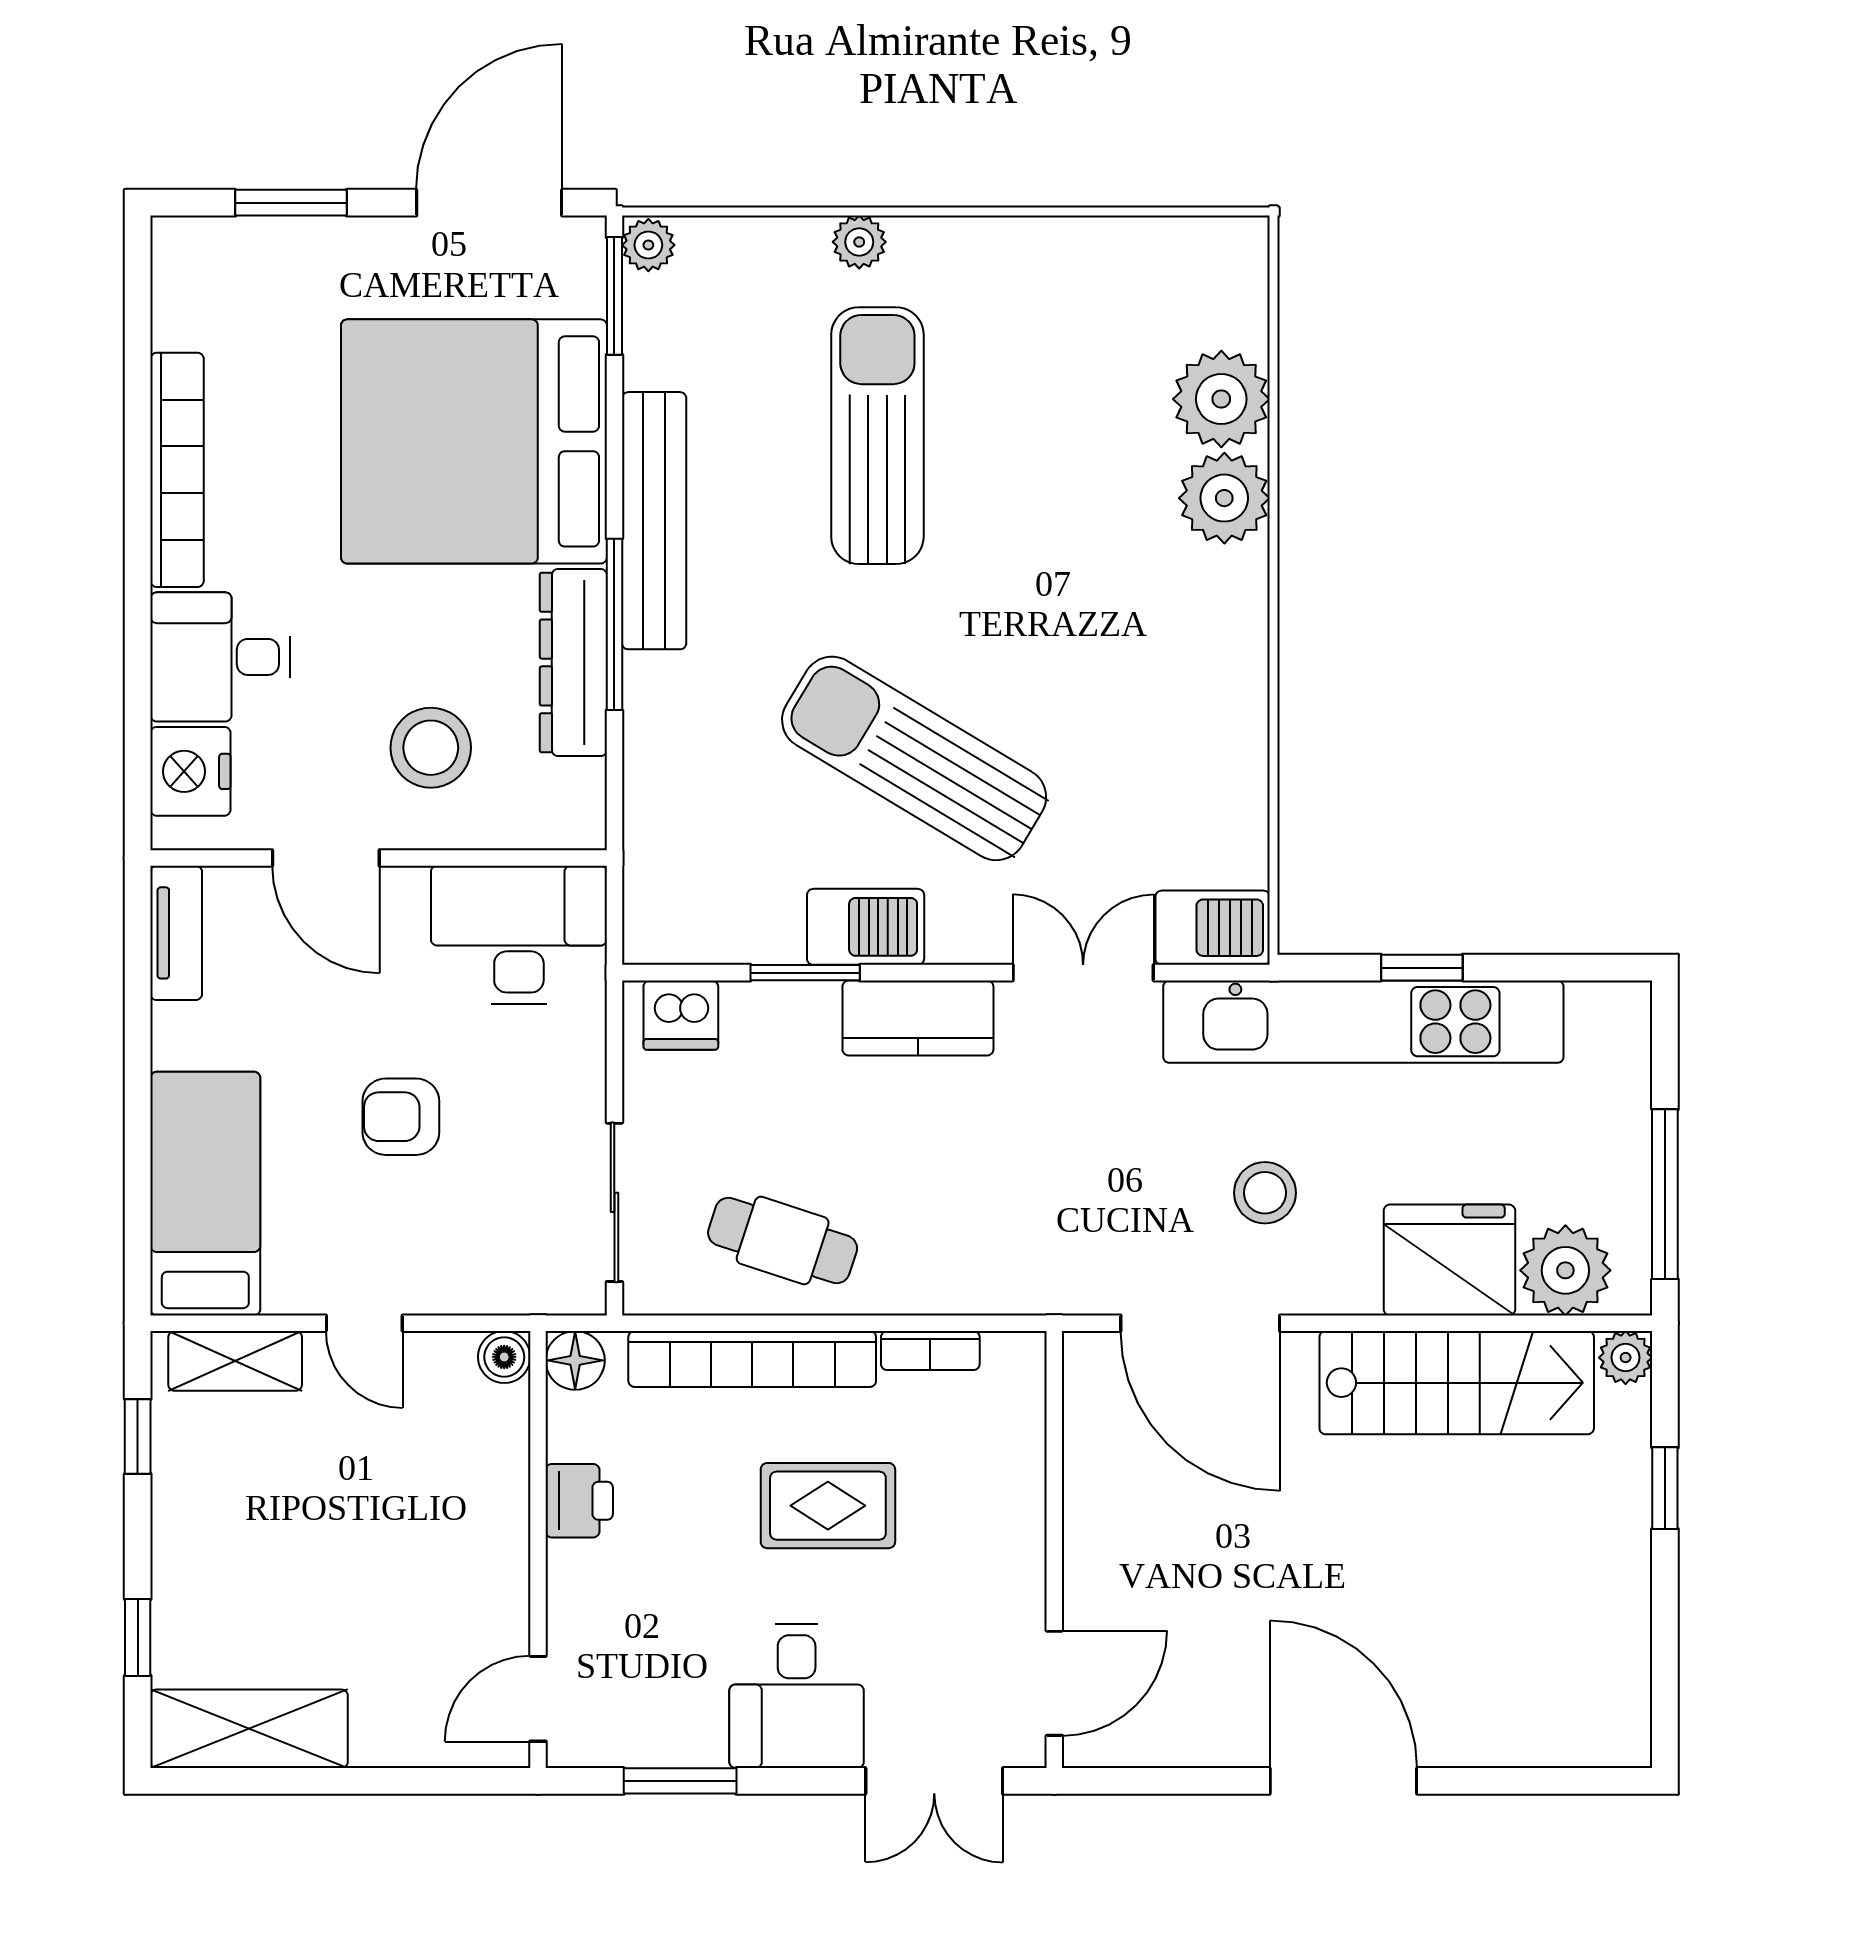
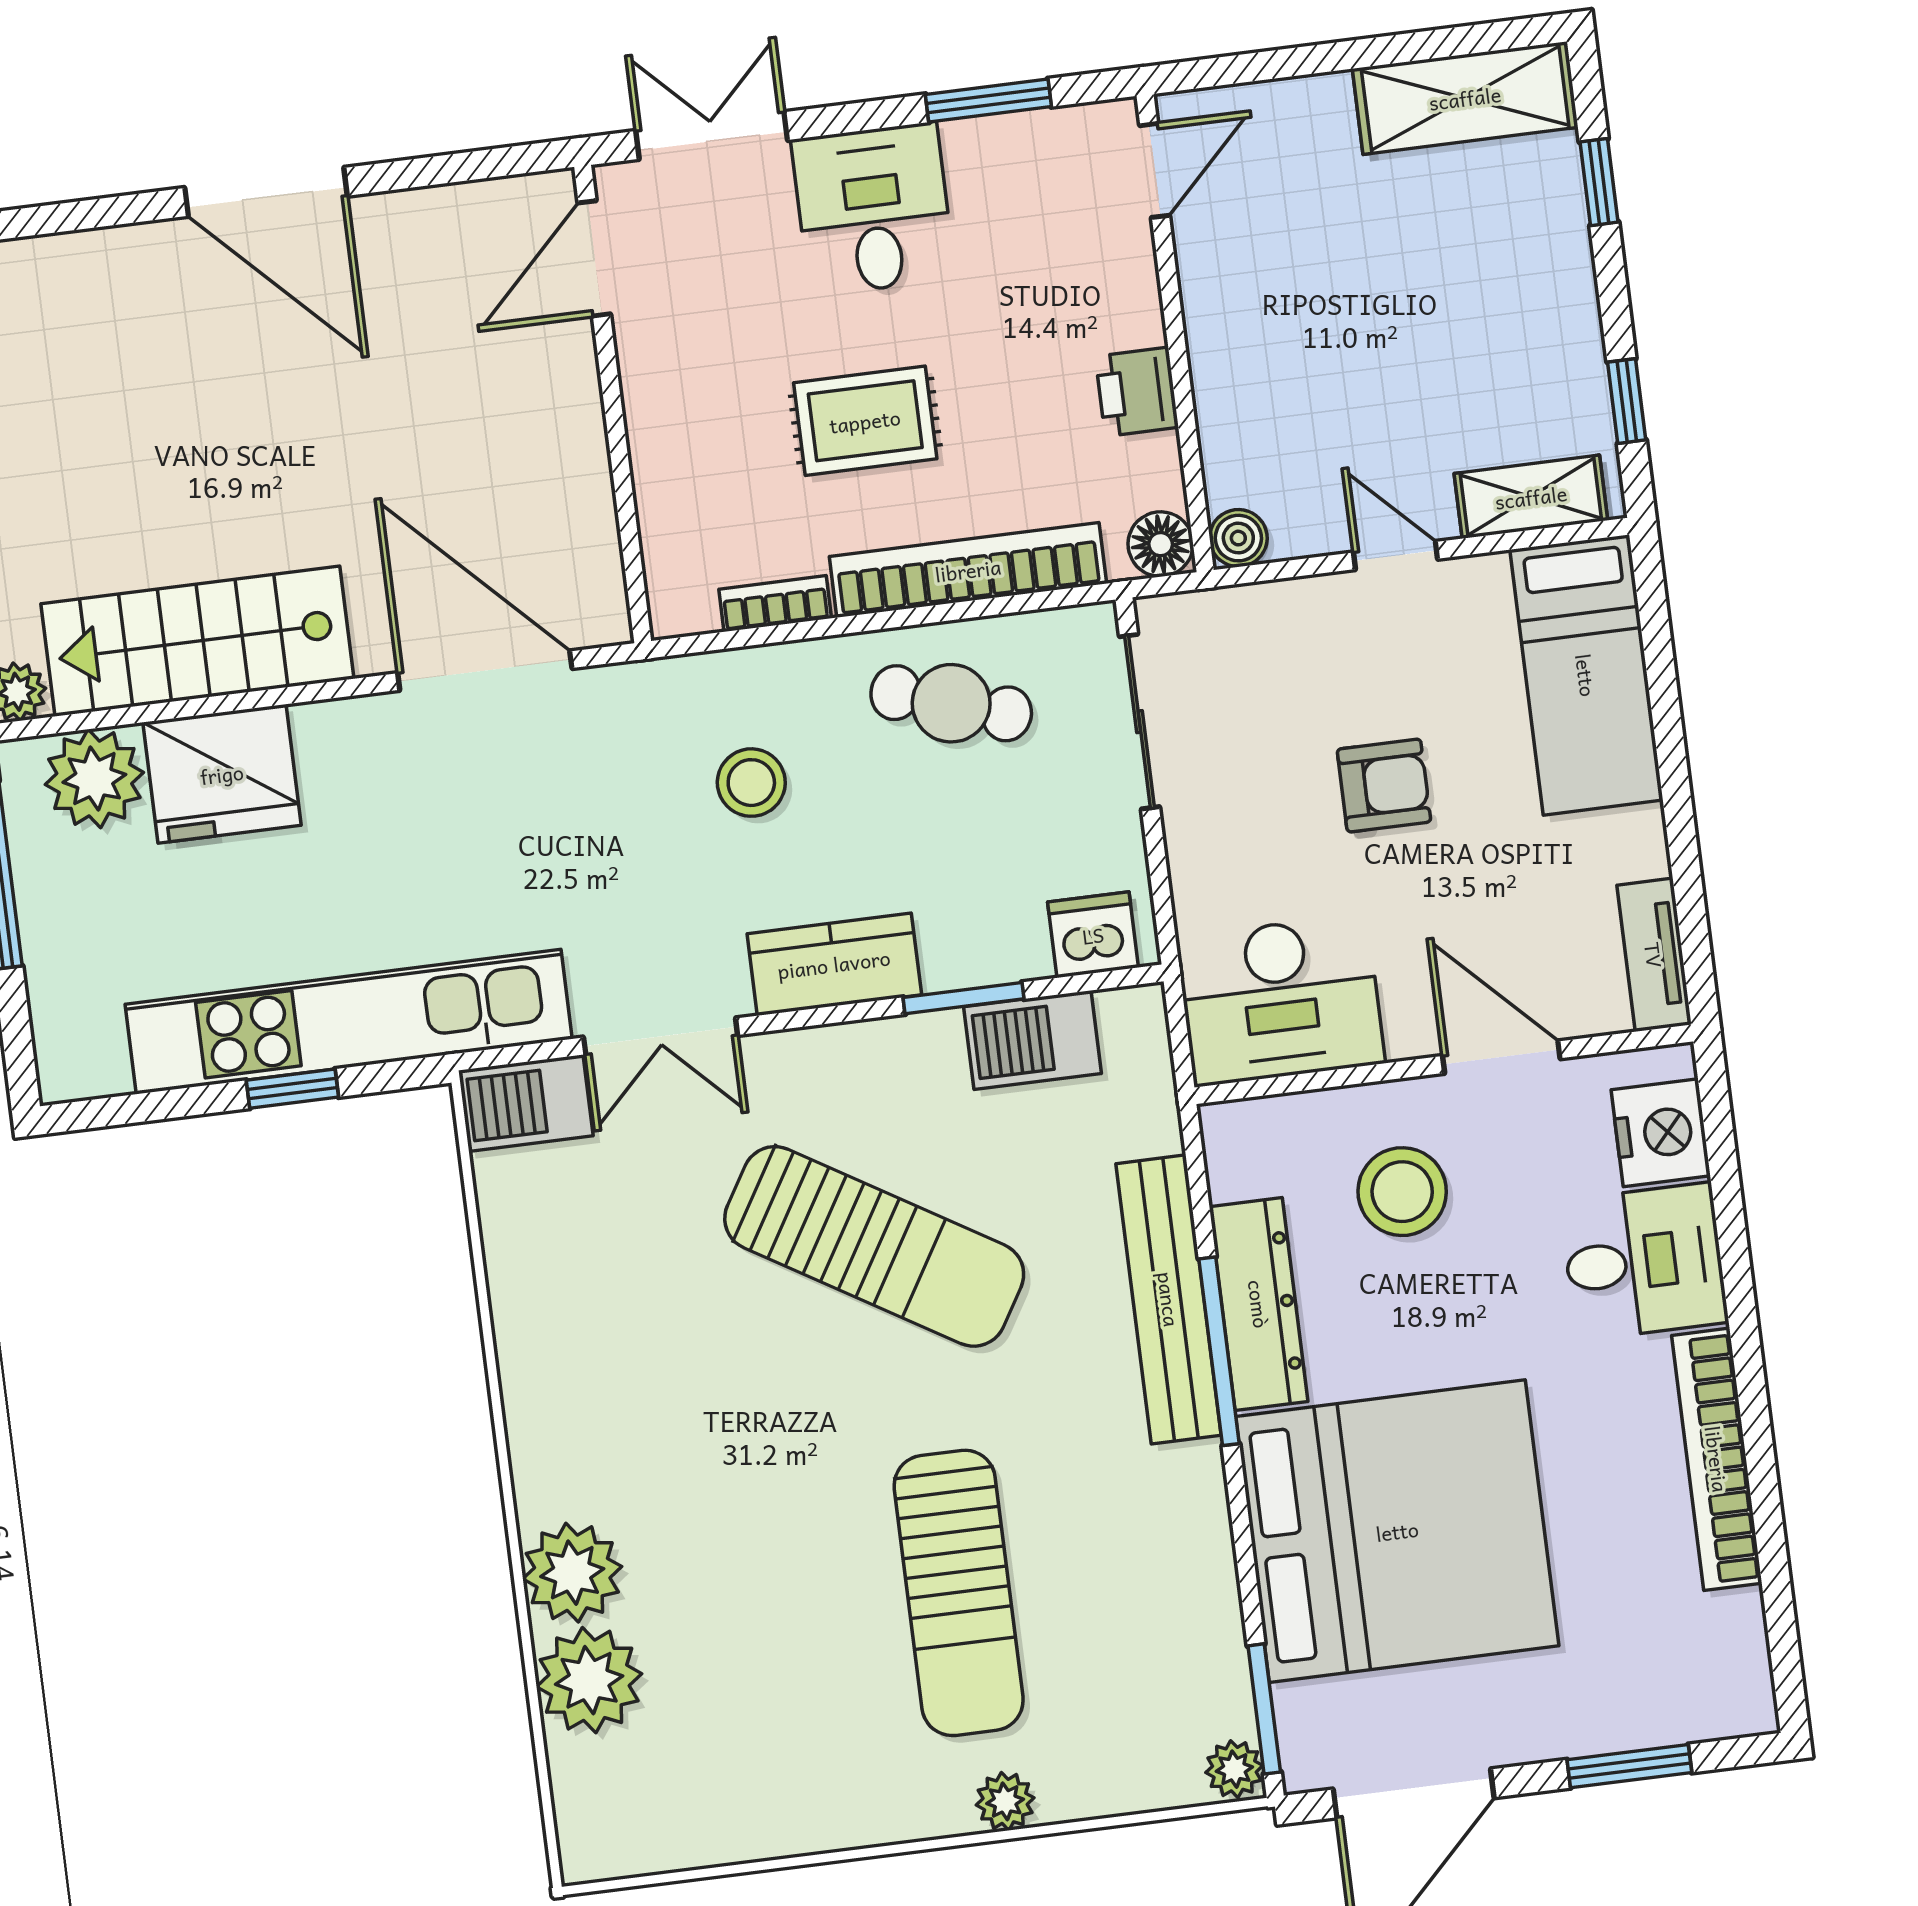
bench: (654, 521) -> (1169, 1299), moved
barbecue: (866, 927) -> (1032, 1040), moved
stool: (1265, 1193) -> (751, 783), moved

